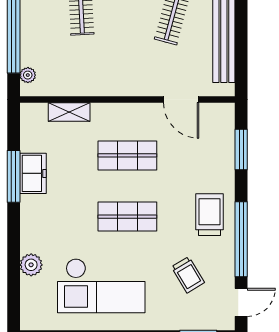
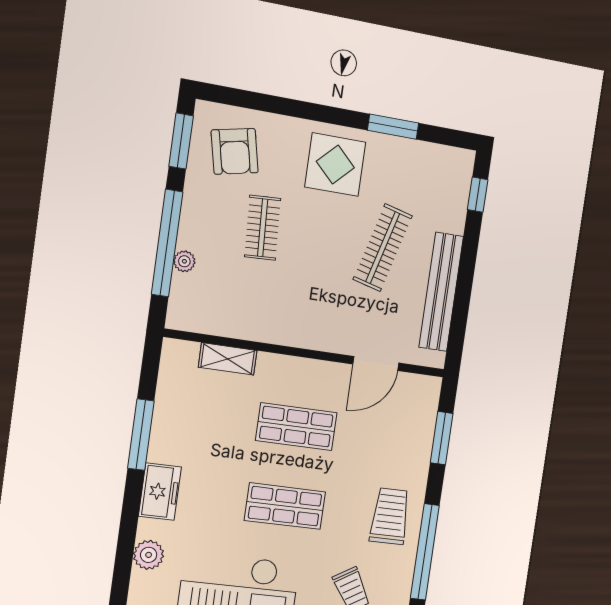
plant: (28, 75) -> (184, 261), moved
door: (181, 100) -> (376, 363), hinge flipped
freezer: (33, 173) -> (160, 492), moved

